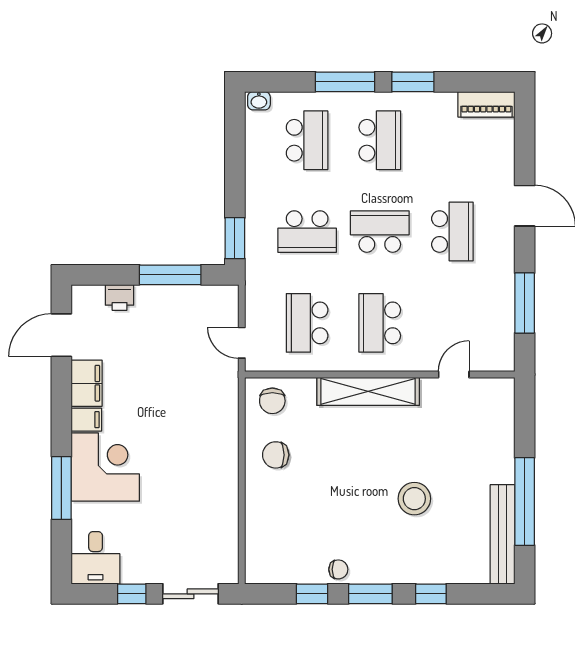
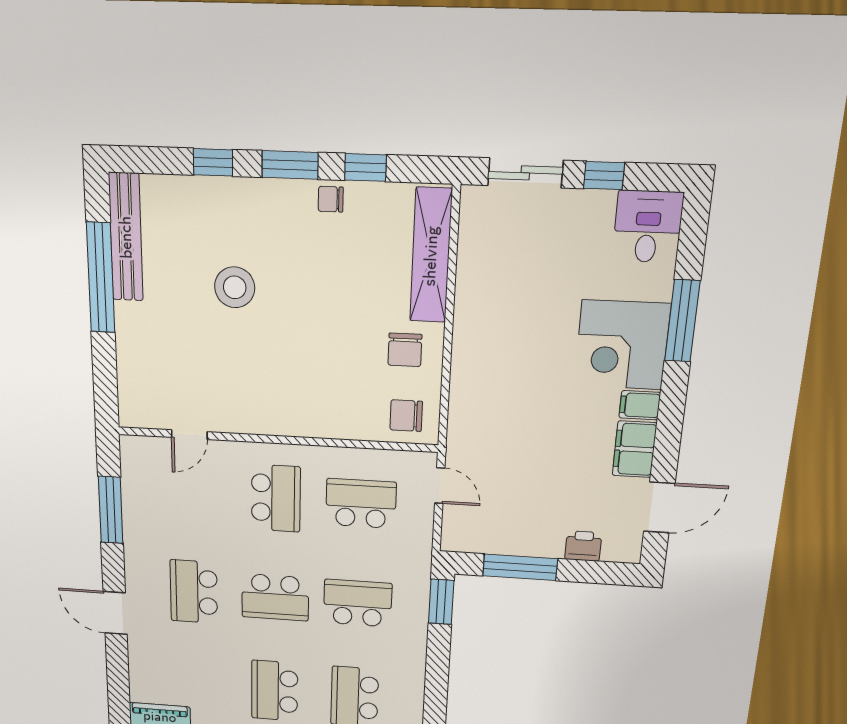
school desk: (307, 323) -> (361, 503), turned -90
shelving: (368, 391) -> (431, 256), moved, turned 90
chair: (272, 401) -> (406, 416), turned -90
chair: (276, 455) -> (405, 350), turned 90

